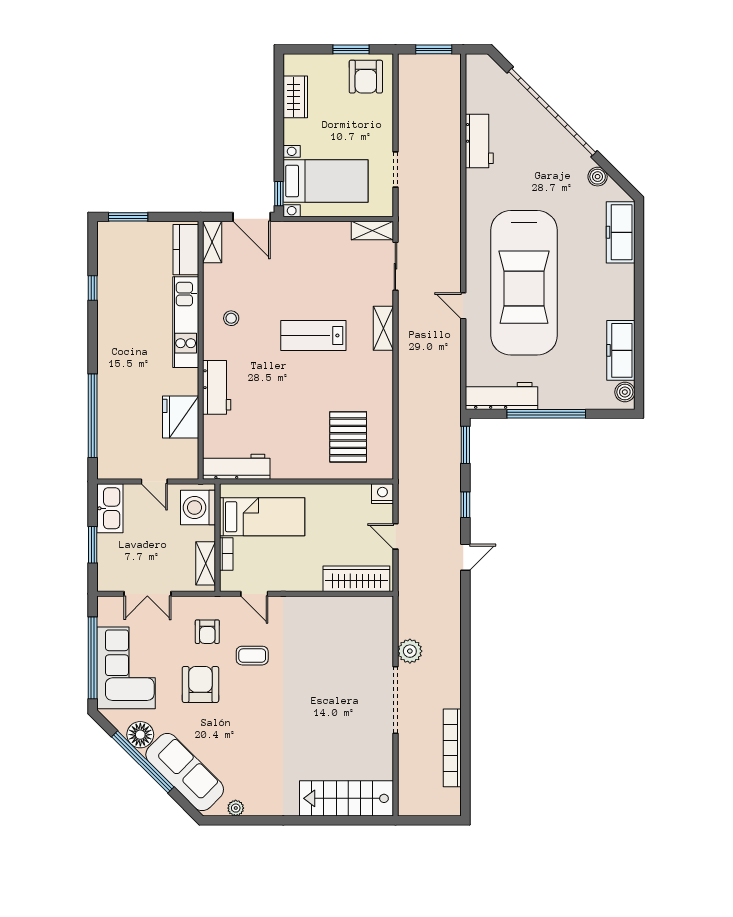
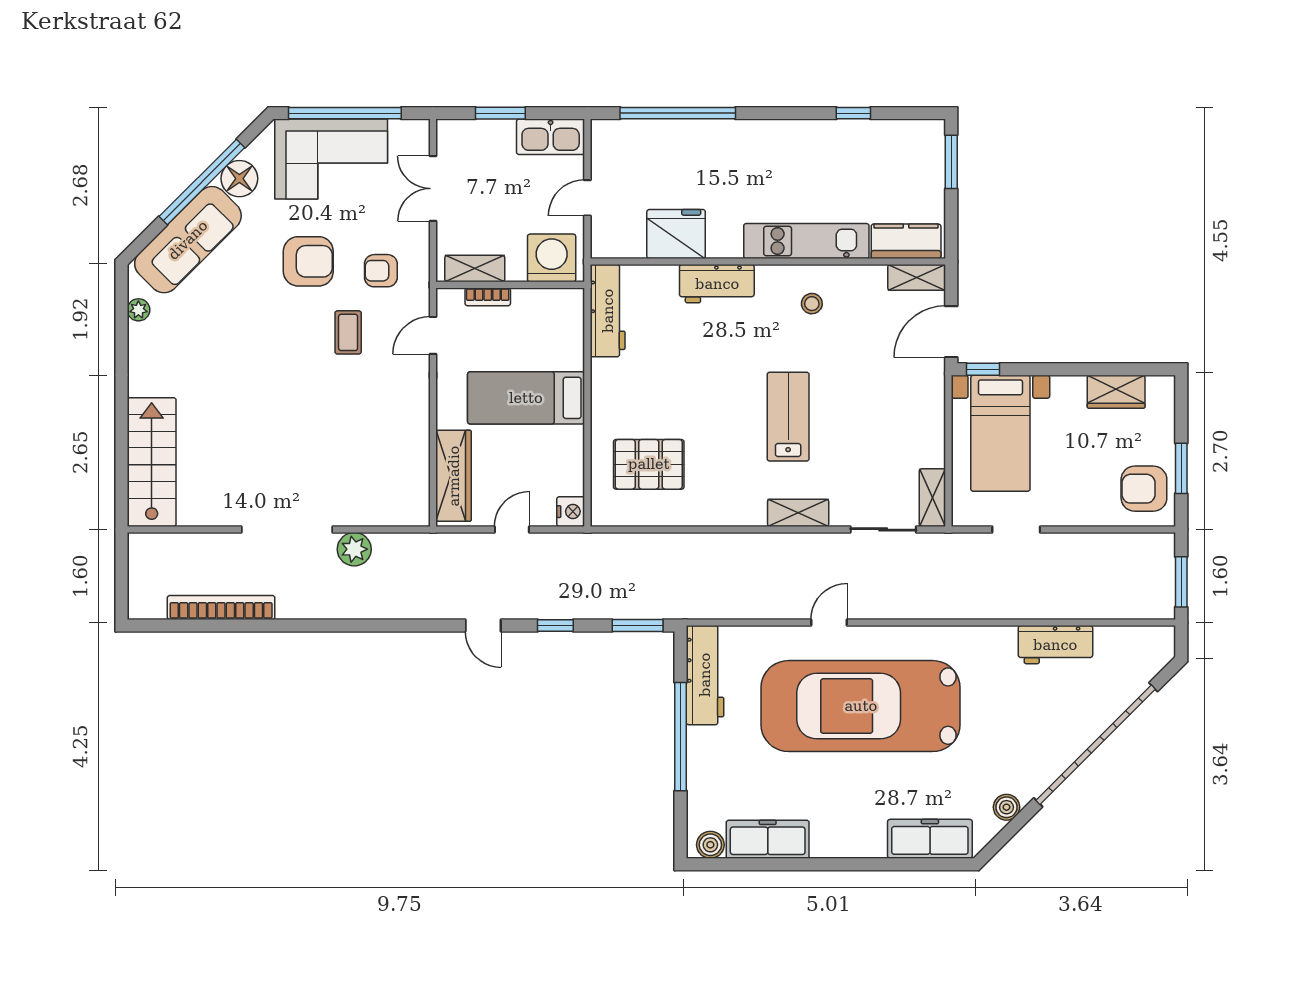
bed: (262, 517) -> (526, 398), moved, turned 90

